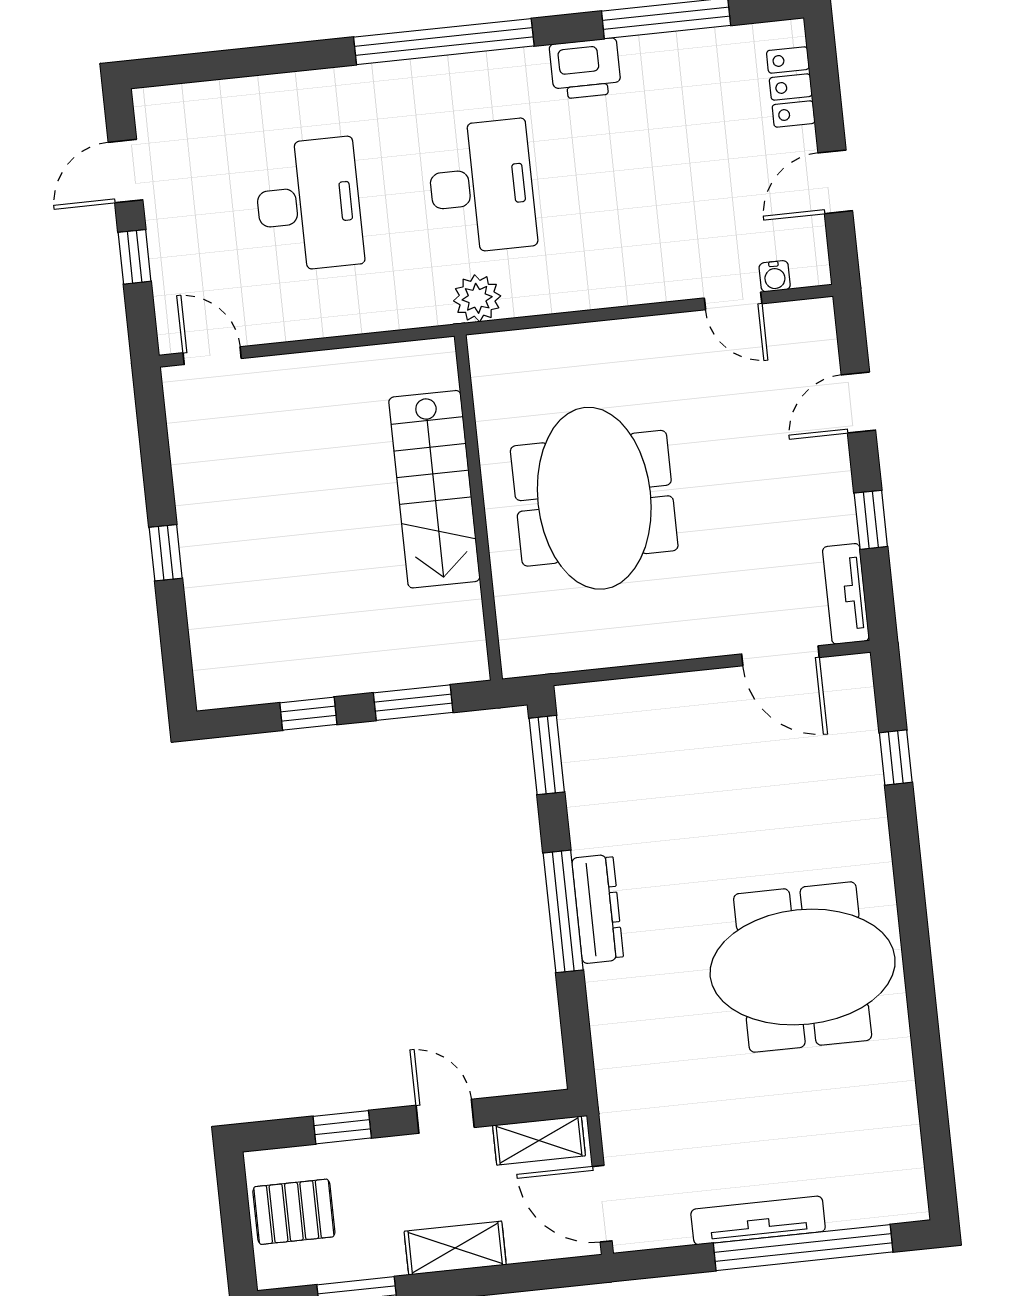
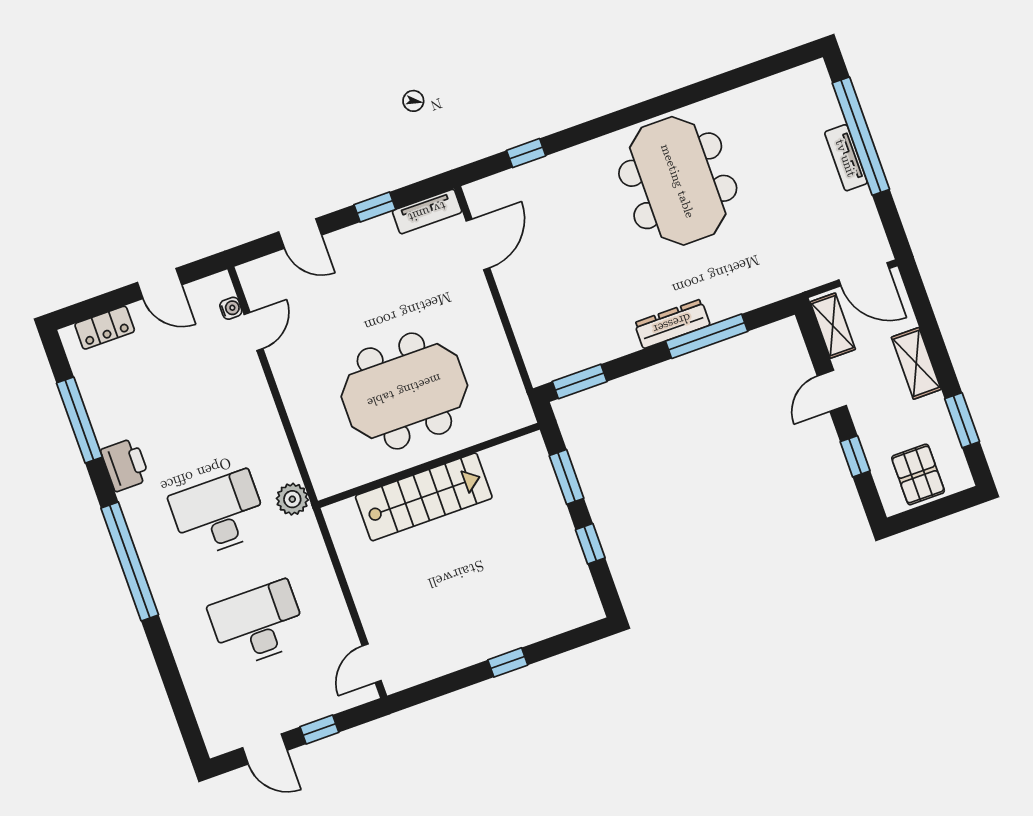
window: (563, 911) -> (707, 336), moved
door: (602, 1204) -> (864, 274), hinge flipped
tv unit: (758, 1220) -> (846, 158), width x0.71

